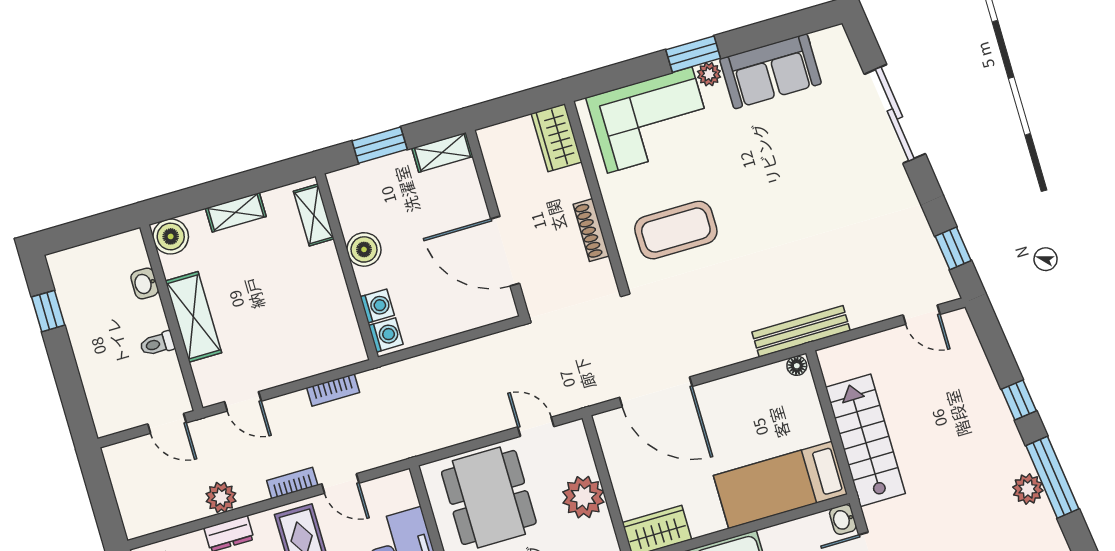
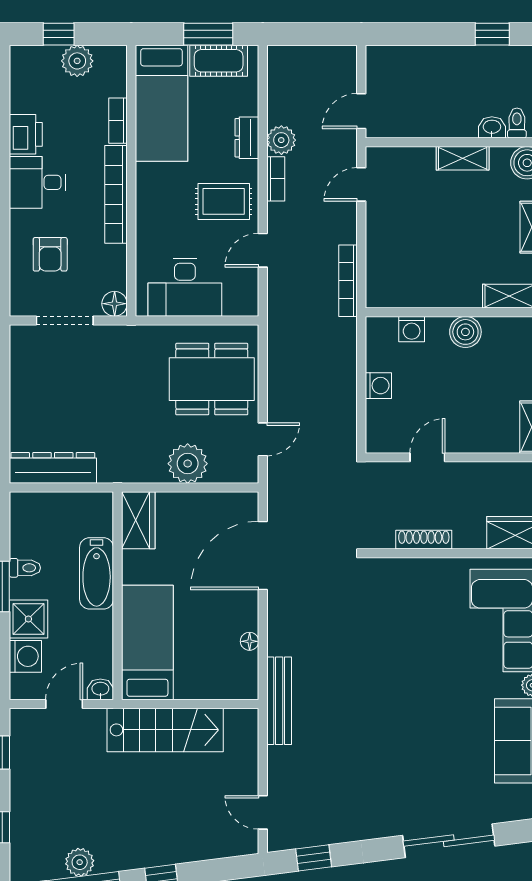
coffee table: (676, 230) -> (402, 615), removed
door: (505, 251) -> (427, 457), width x0.53
door: (921, 315) -> (263, 812), hinge flipped
shelving: (193, 317) -> (463, 158), width x0.67, depth x0.75
washing machine: (386, 335) -> (378, 386), moved, turned -90
toilet: (157, 344) -> (517, 123), moved
floor lamp: (797, 366) -> (250, 641), moved
bookcase: (333, 390) -> (348, 281), width x1.56
bookcase: (292, 483) -> (276, 179), moved

